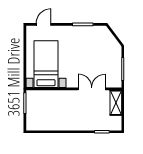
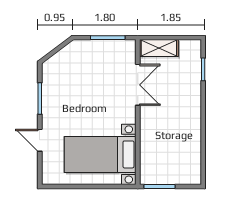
door: (44, 24) -> (40, 140), moved
double door: (92, 89) -> (138, 85), swing flipped

